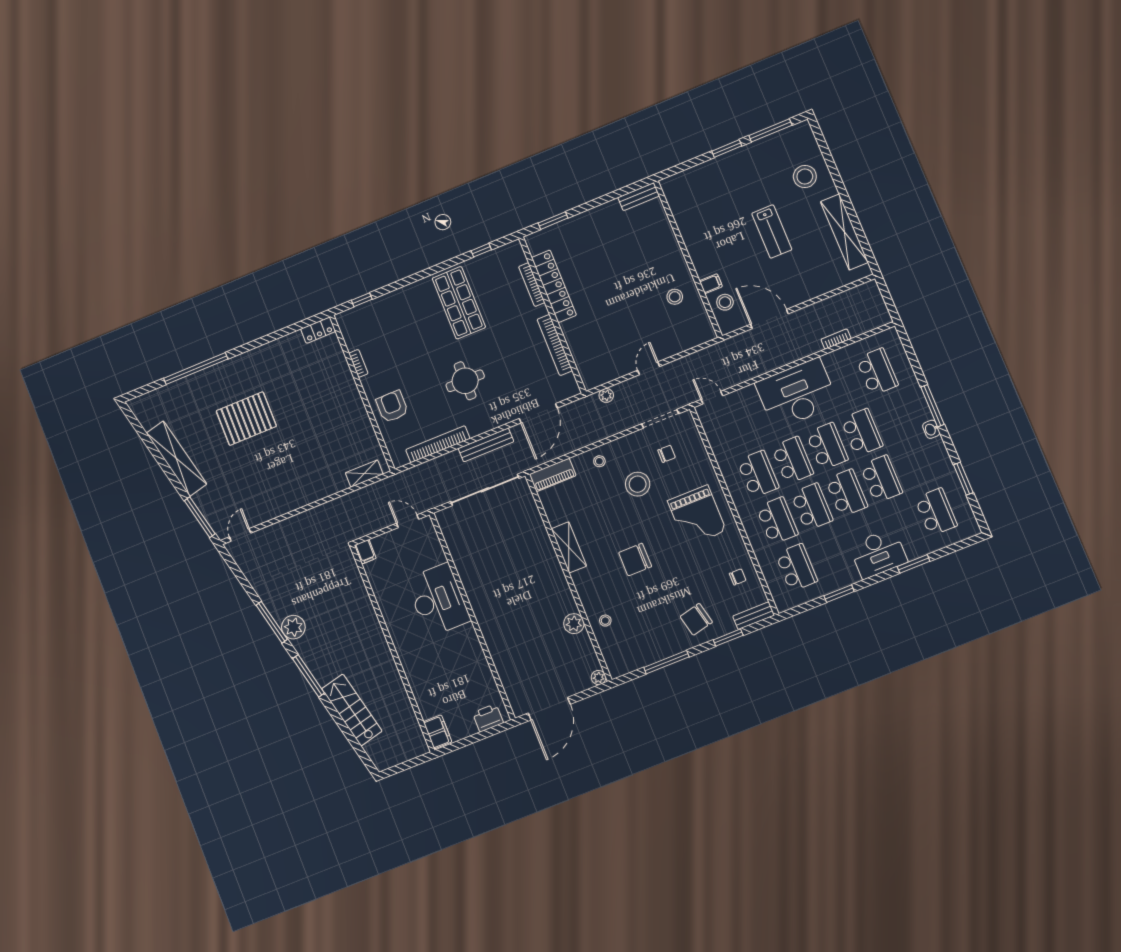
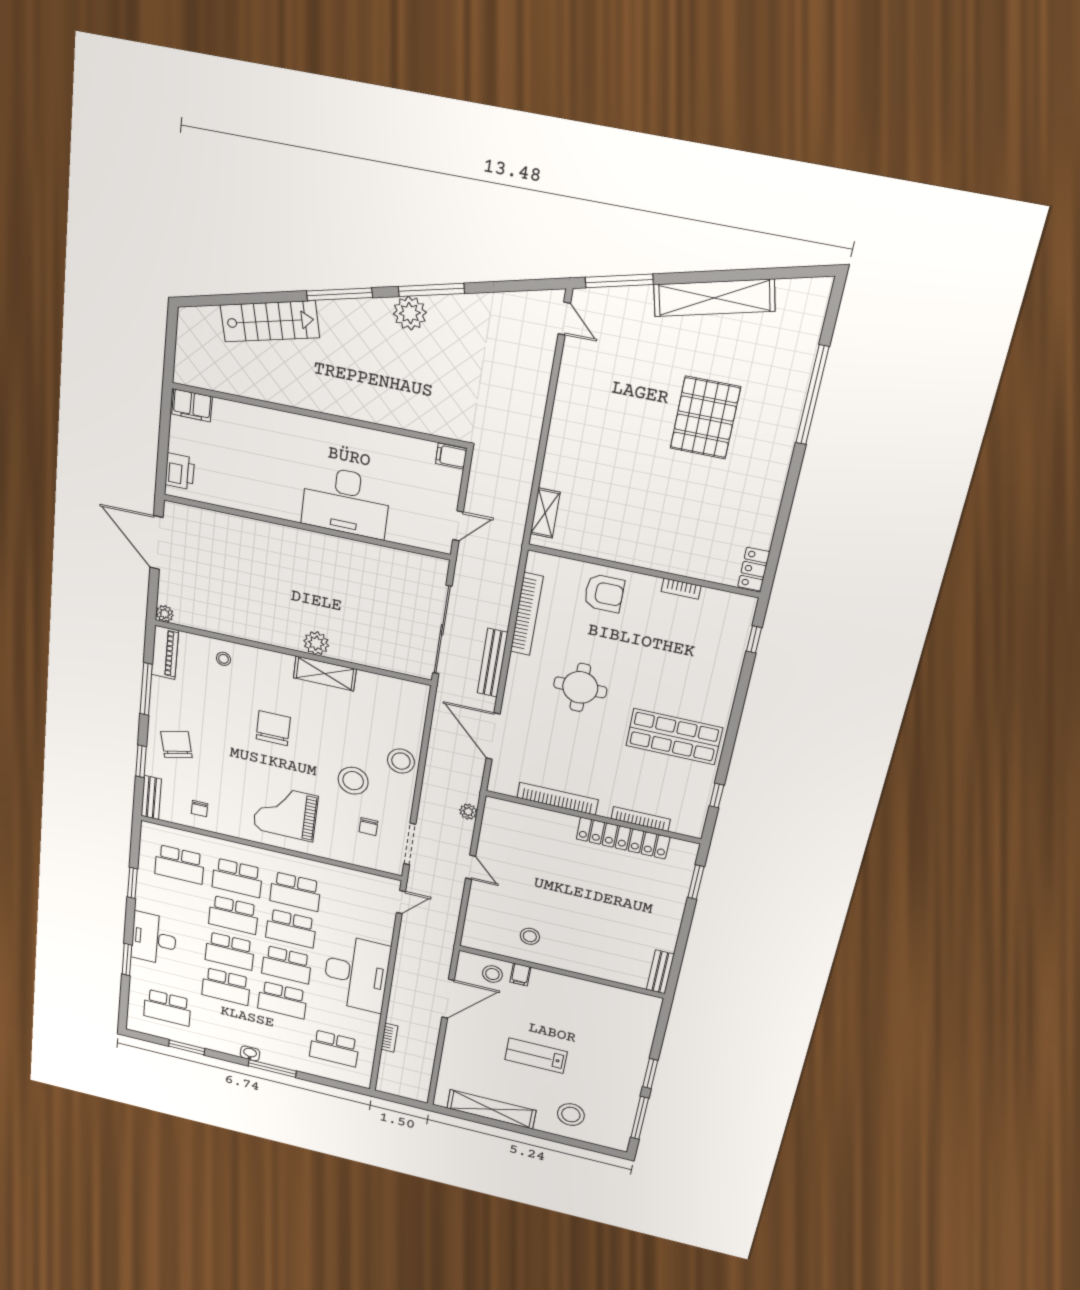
stool: (599, 461) -> (401, 761), width x1.89, depth x1.89
piano: (553, 475) -> (165, 652), moved, turned 180
plant: (574, 624) -> (316, 643), moved

